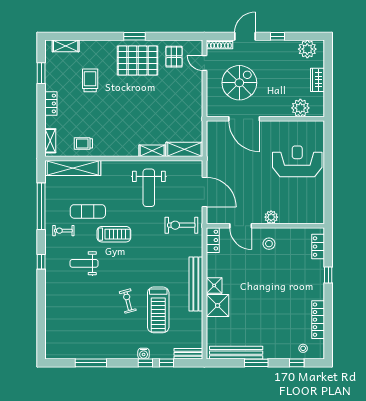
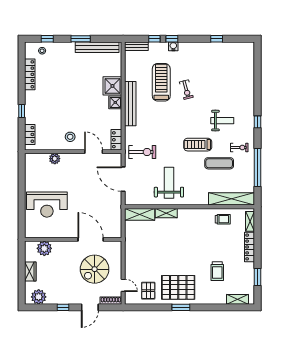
locker: (51, 103) -> (250, 247), width x1.53
plant: (271, 217) -> (55, 159), moved
window: (91, 363) -> (217, 39), width x0.46

